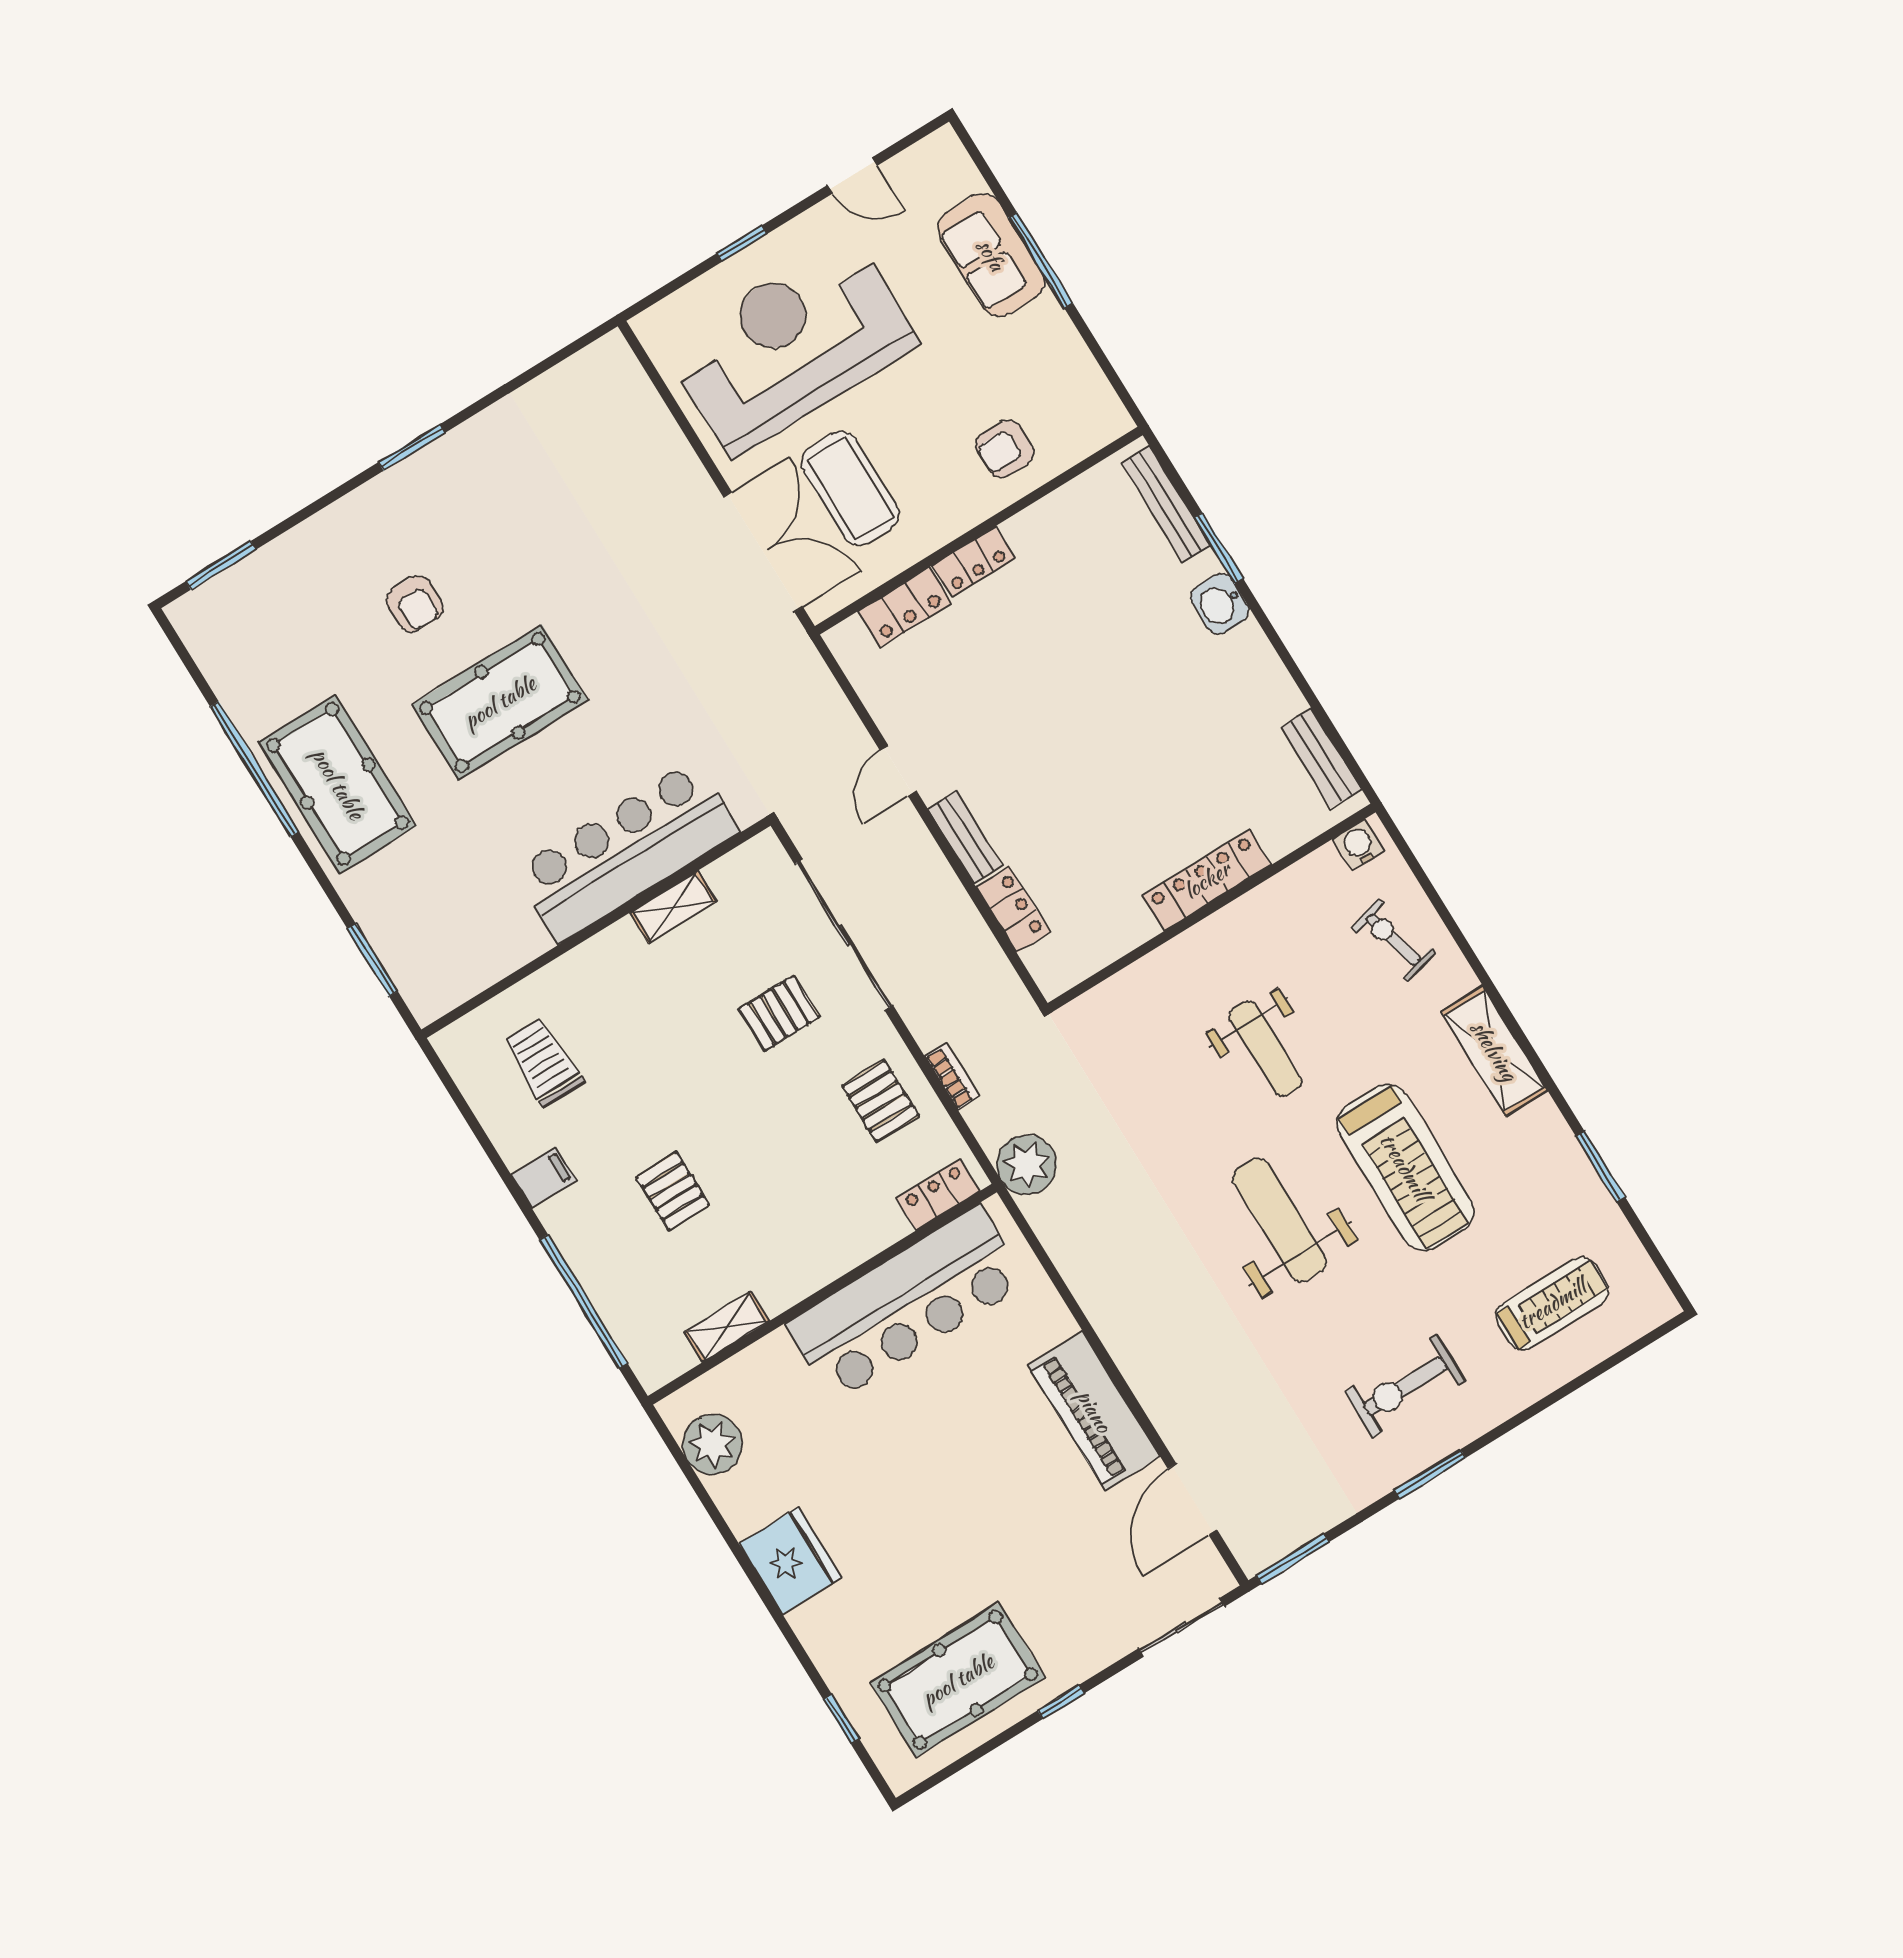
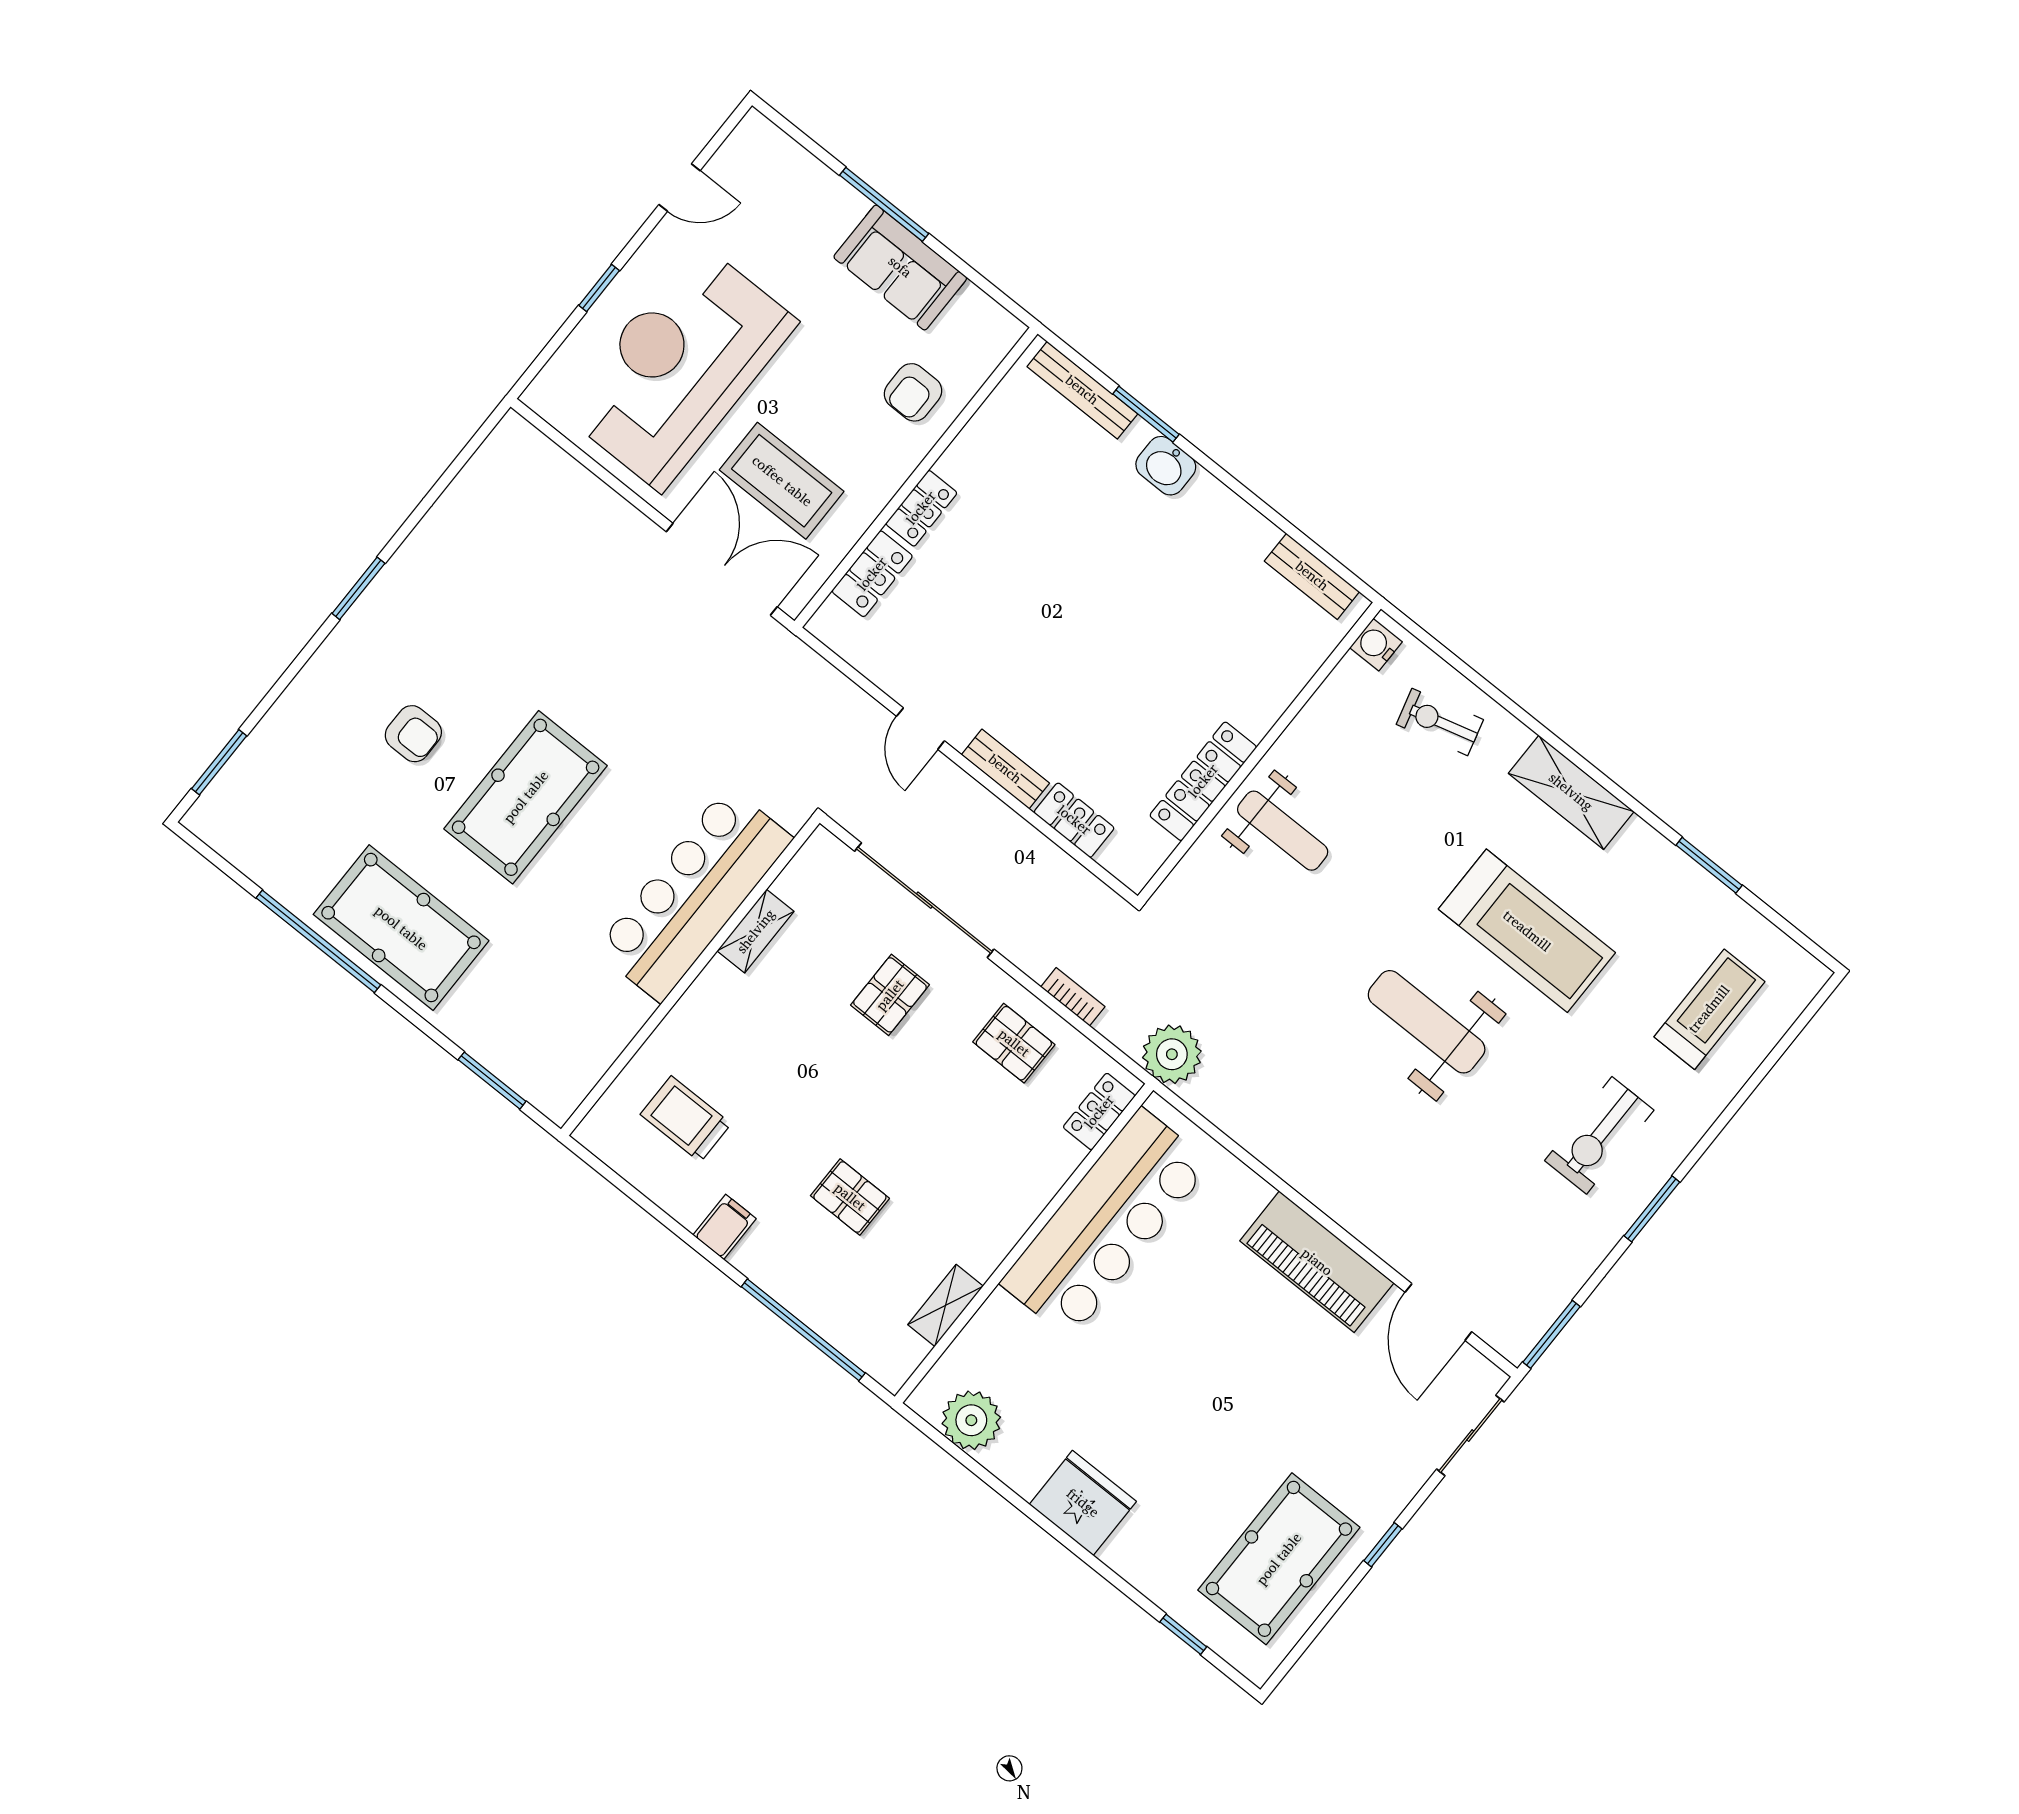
sofa: (991, 255) -> (900, 267), moved
locker: (1207, 880) -> (1203, 781), moved
weight bench: (1265, 1049) -> (1283, 831), moved

